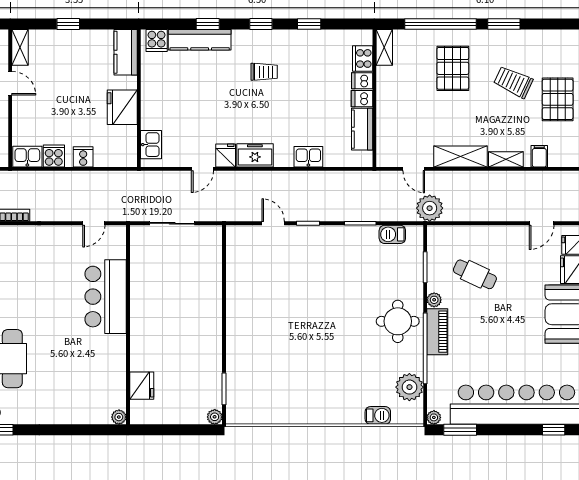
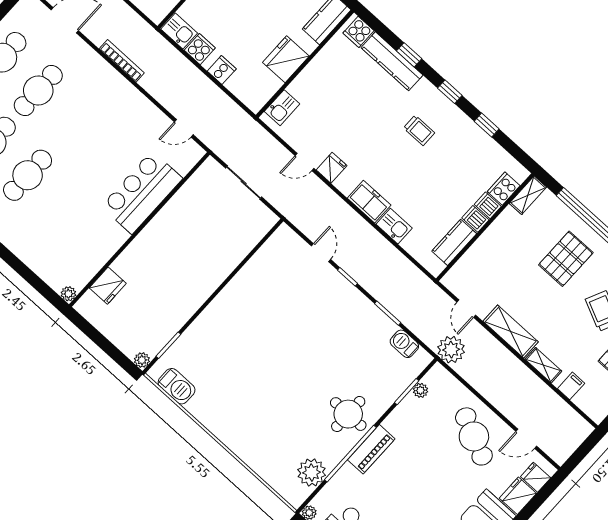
freezer: (255, 155) -> (369, 202), moved
cafe table: (475, 274) -> (474, 436), moved, width x1.37, depth x1.35
plant: (434, 300) -> (420, 390), moved
barbecue: (378, 415) -> (177, 386), moved, width x1.38, depth x1.27

